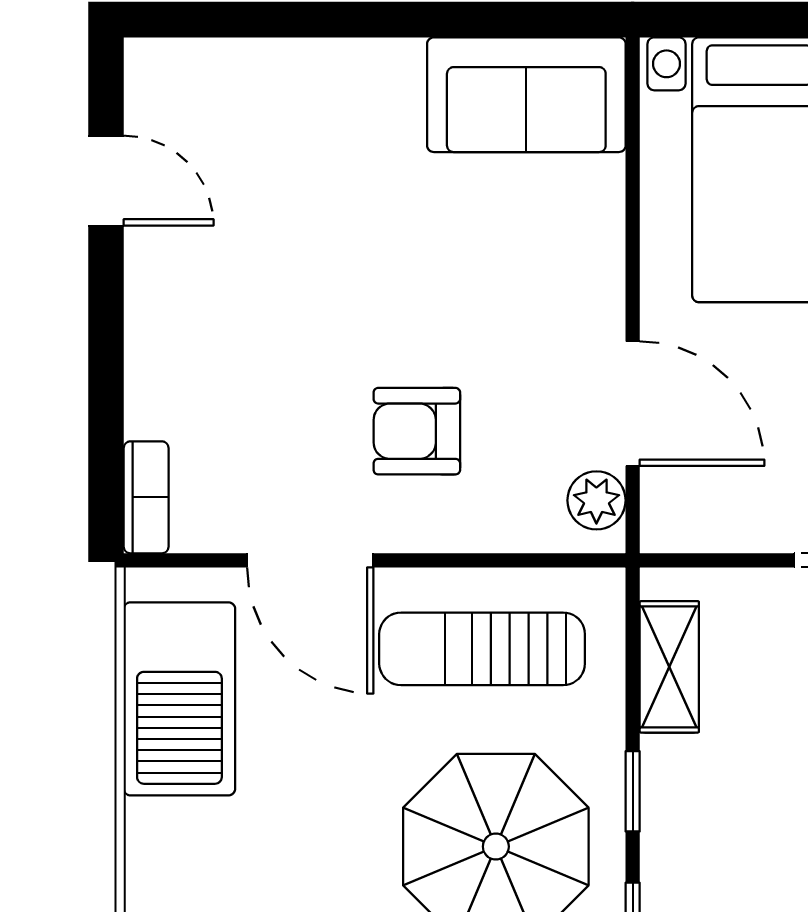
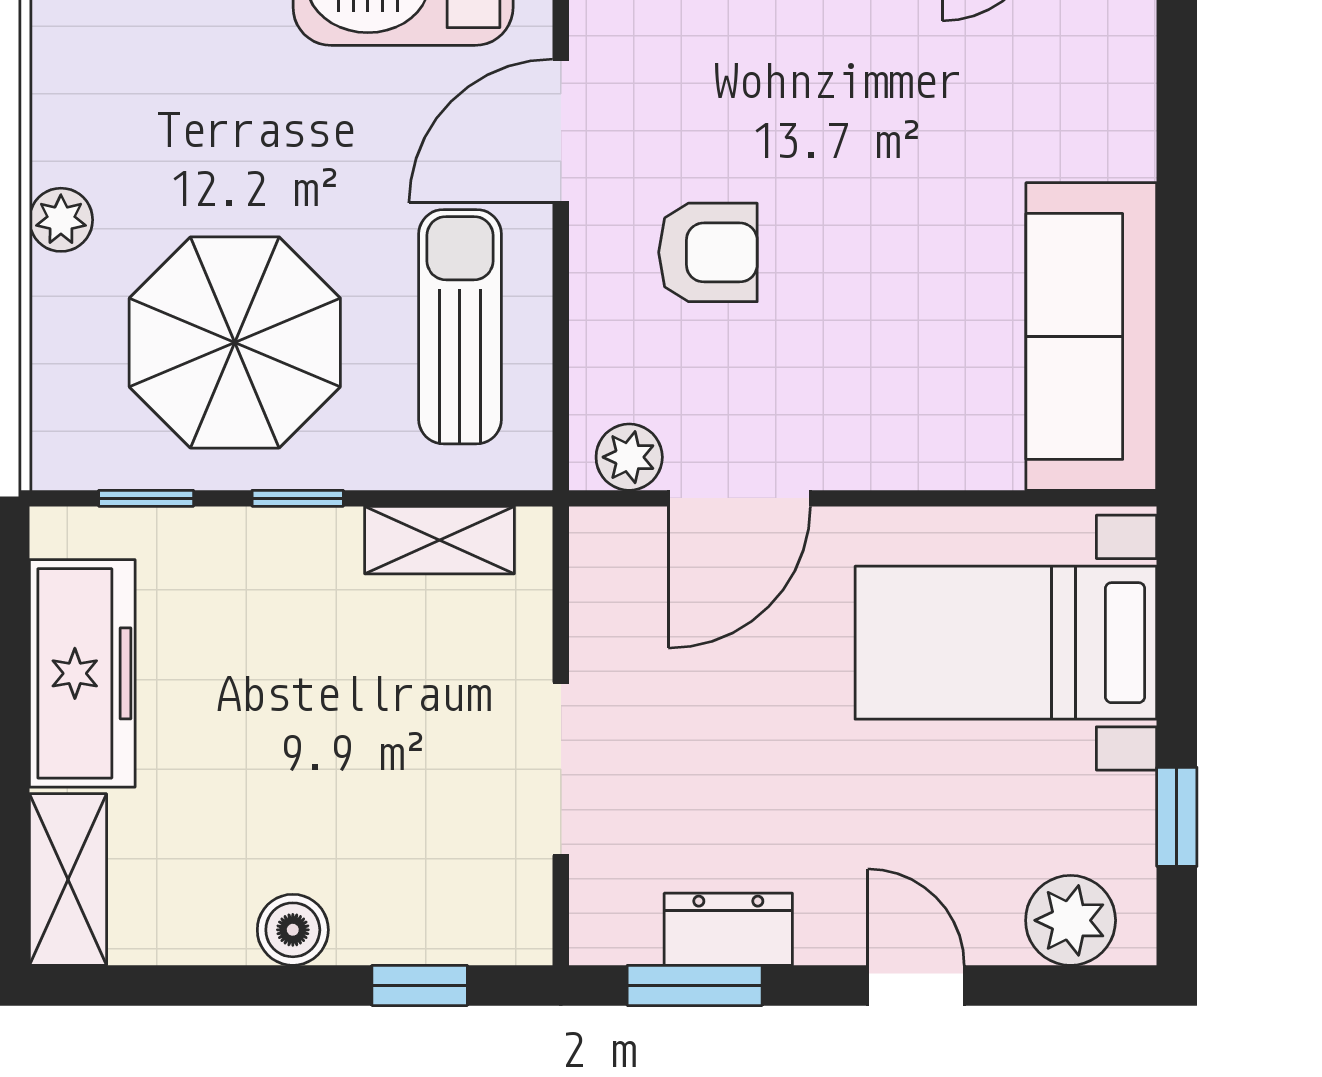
sofa: (526, 95) -> (1091, 336), width x1.36
armchair: (417, 431) -> (708, 252), turned 90

